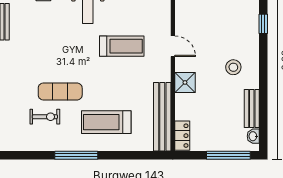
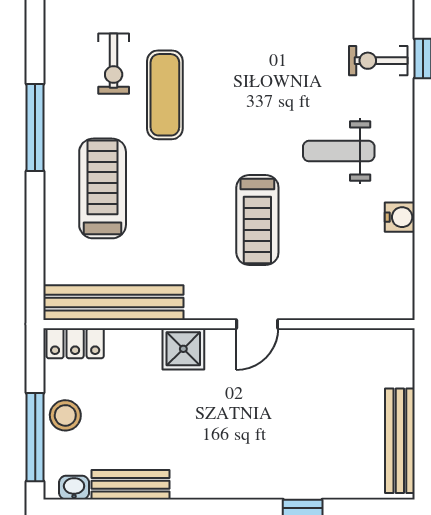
stool: (233, 67) -> (65, 415), moved

